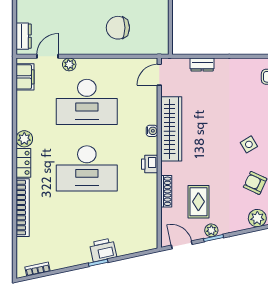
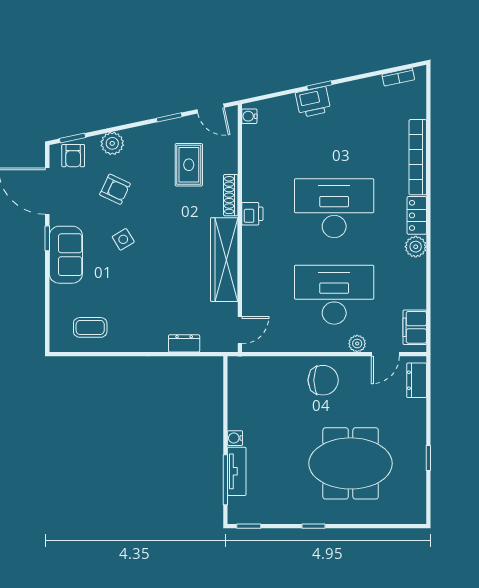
chair: (118, 28) -> (323, 380), moved
water cooler: (152, 131) -> (249, 116), moved
shoe rack: (166, 191) -> (231, 195), moved
plant: (211, 230) -> (172, 128), removed

